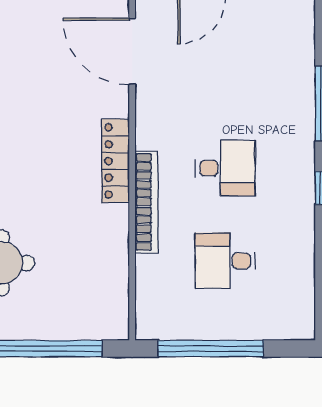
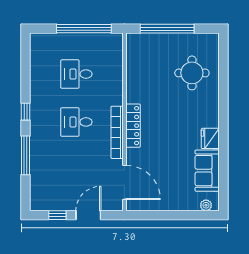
bookcase: (146, 202) -> (117, 132), moved
desk: (225, 261) -> (76, 74), turned 180

